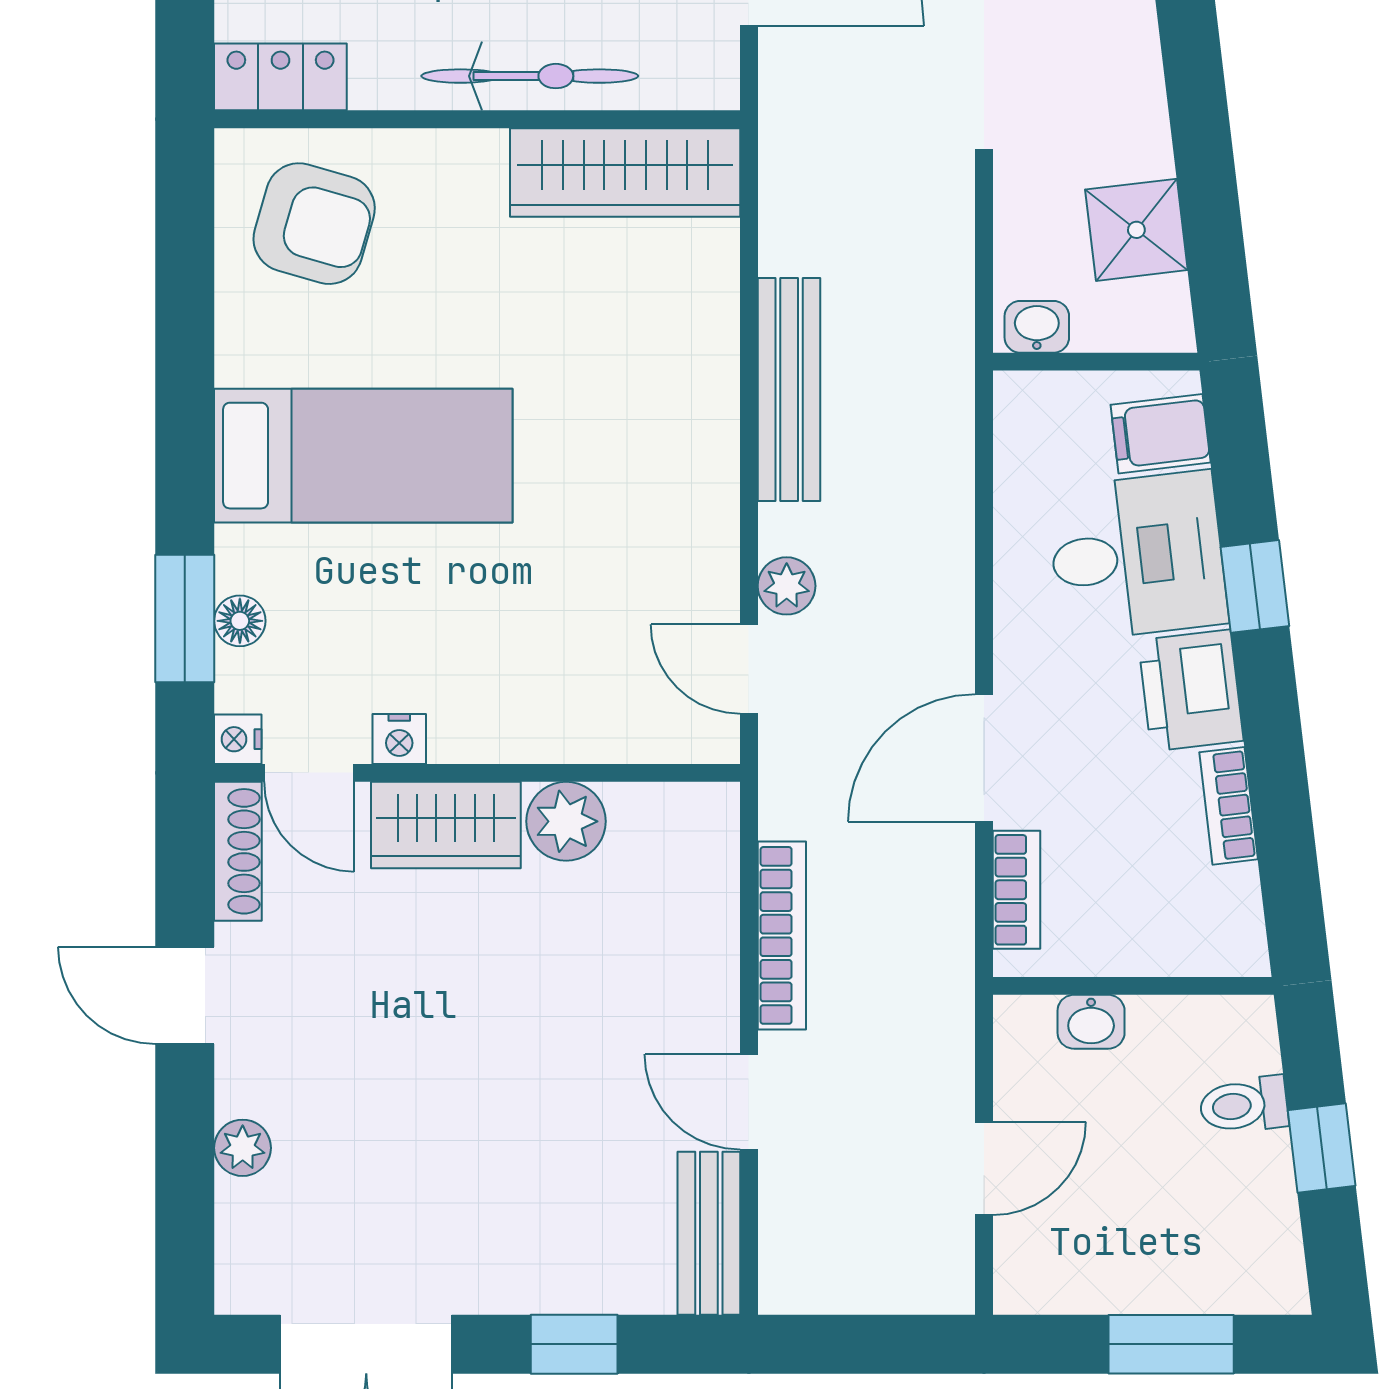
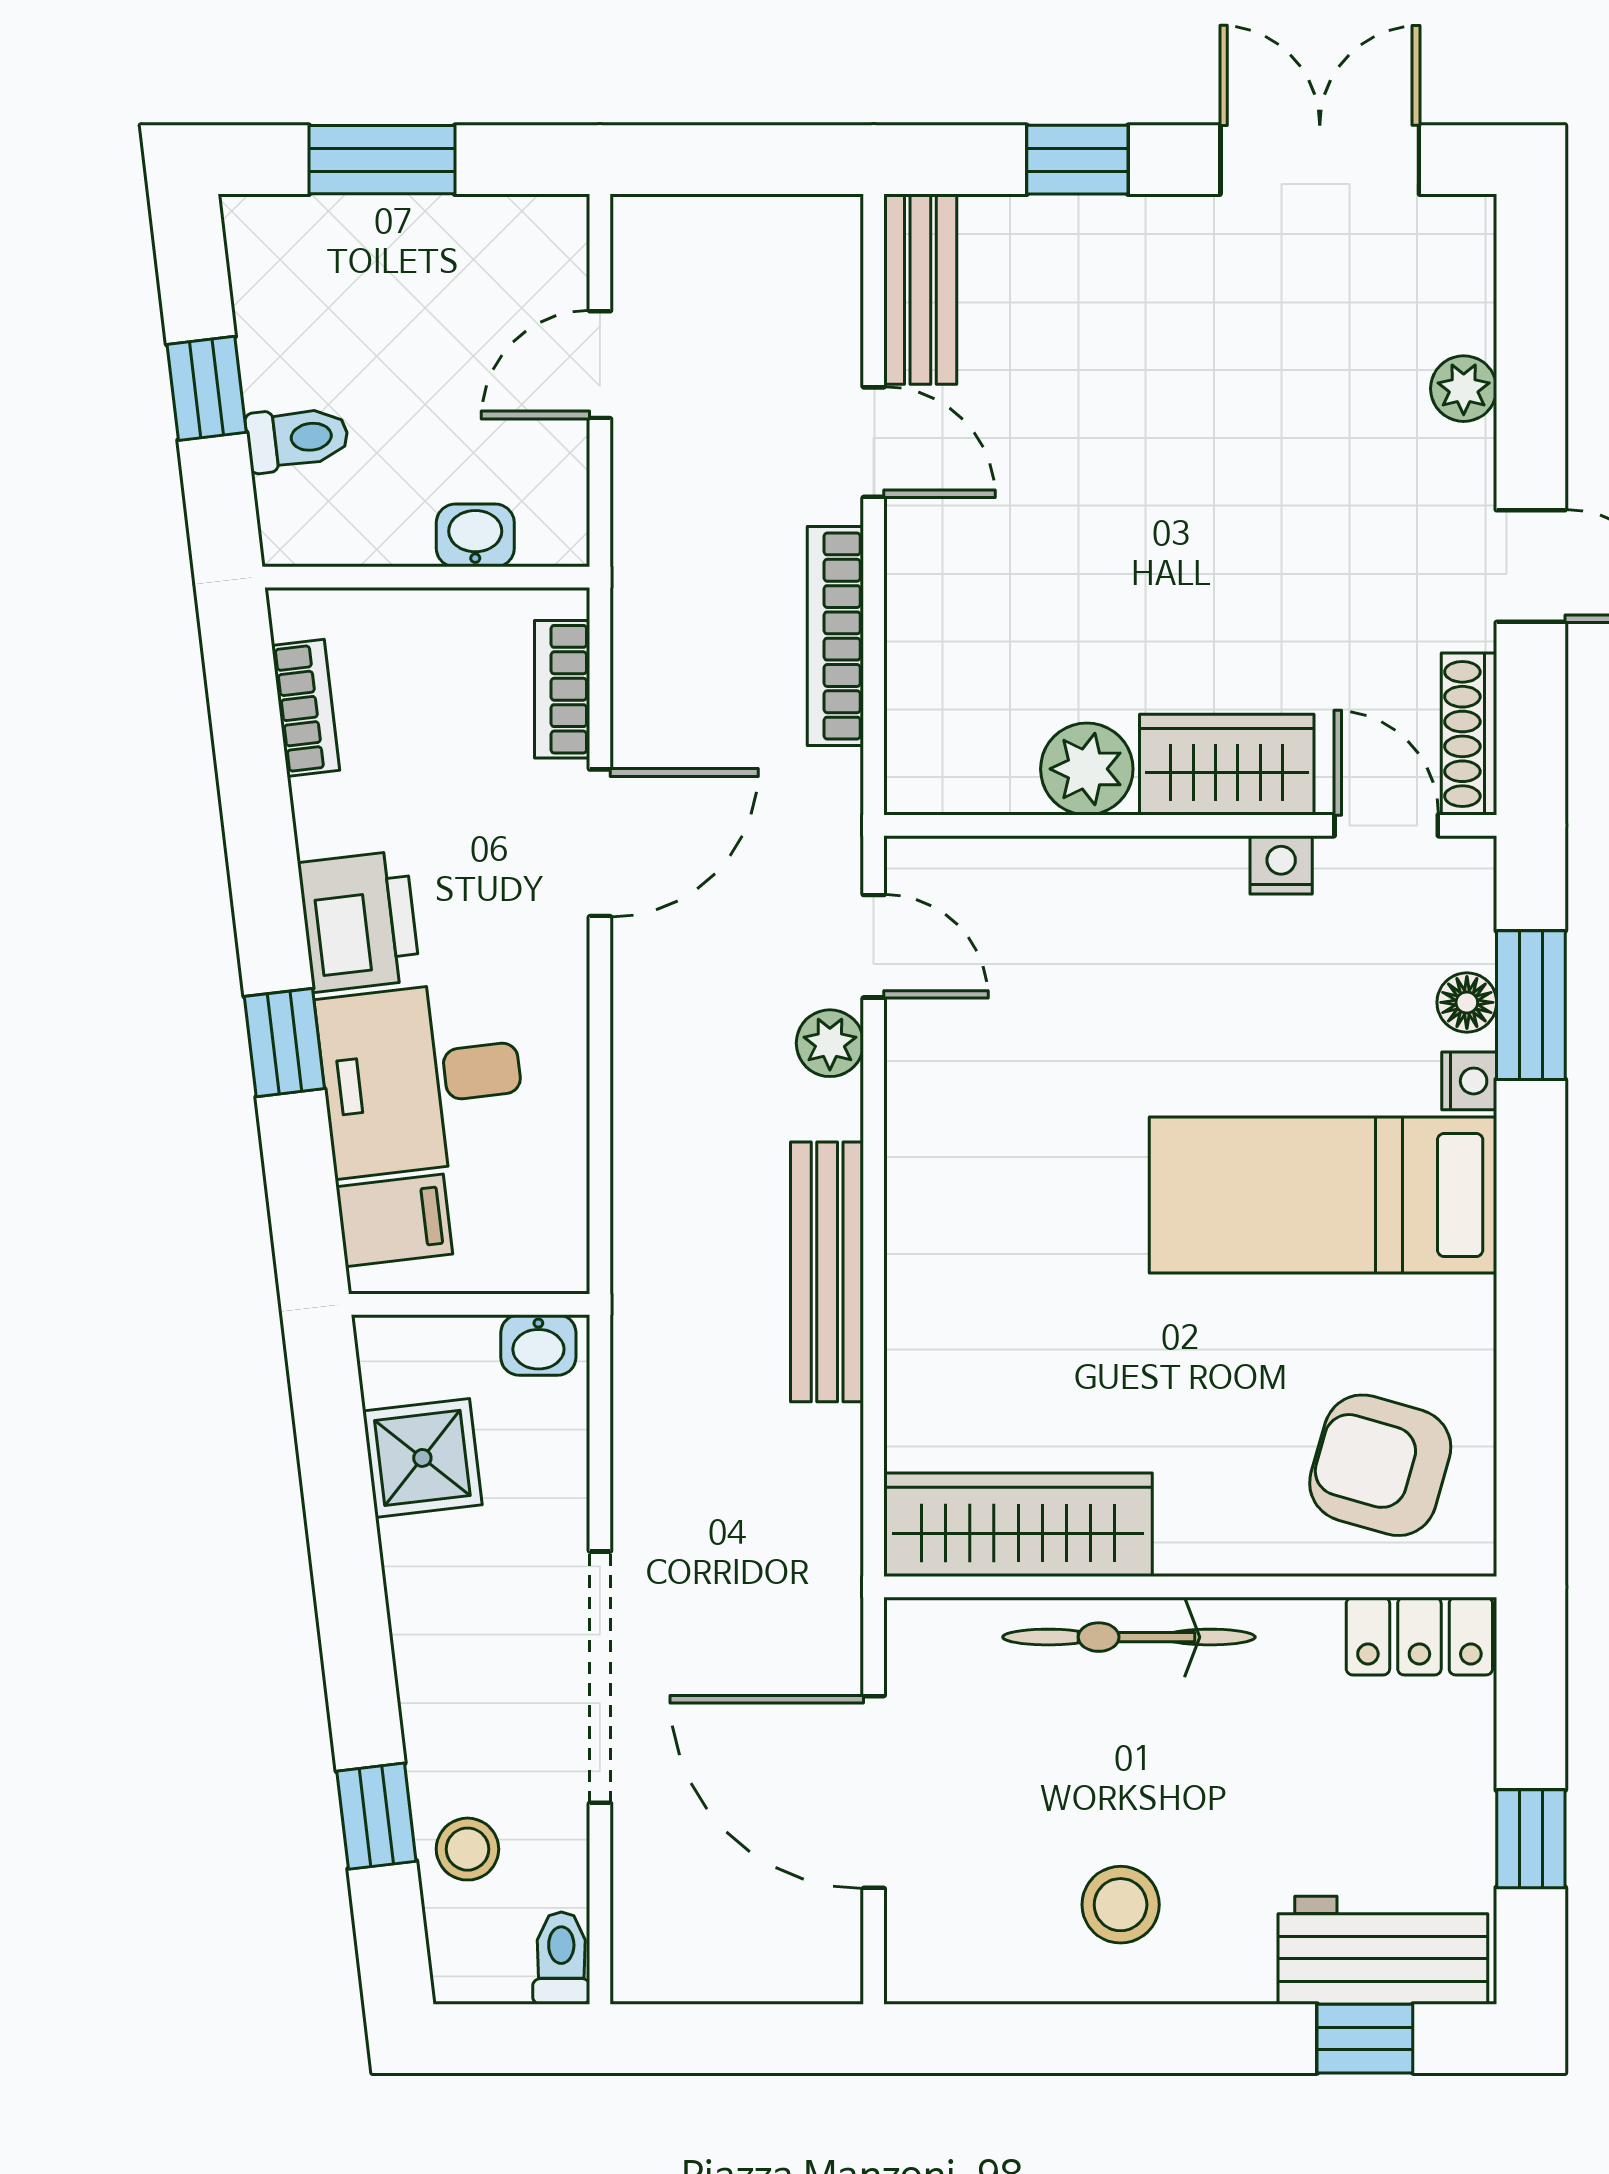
nightstand: (238, 739) -> (1469, 1081), moved
bookcase: (1229, 806) -> (306, 708), moved

